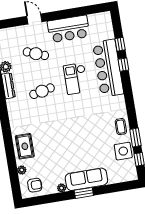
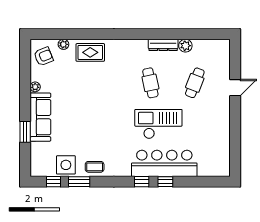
bar counter: (69, 29) -> (217, 125), removed
window: (120, 44) -> (142, 182), moved
checkout: (76, 79) -> (158, 124), width x1.36, depth x1.21
armchair: (35, 185) -> (44, 56), turned -112
window: (84, 193) -> (25, 132), moved

